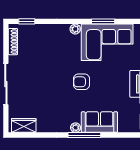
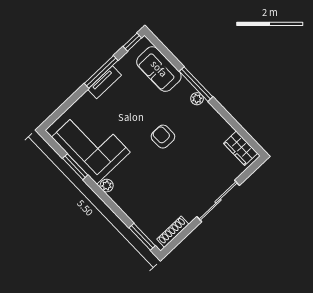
window: (27, 21) -> (142, 237), width x1.50
armchair: (81, 82) -> (163, 137), moved, turned 180
sofa: (99, 122) -> (159, 69), moved

